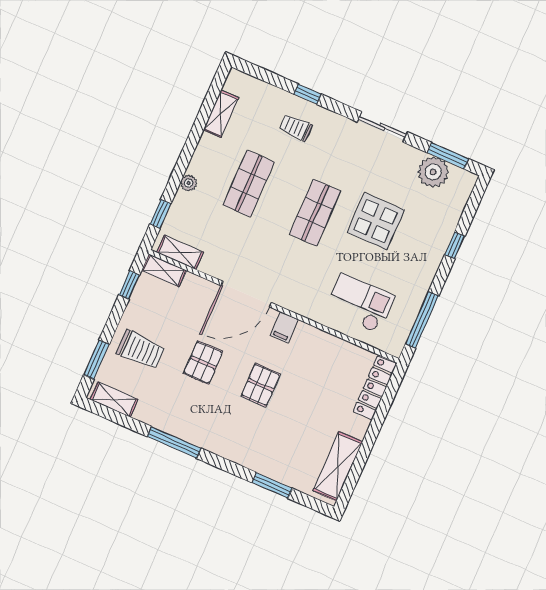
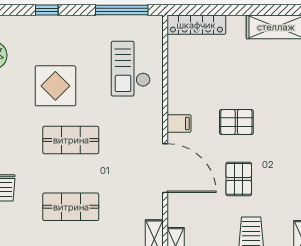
pallet: (203, 363) -> (239, 179), turned 90

